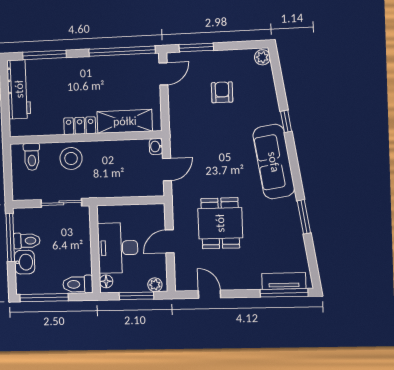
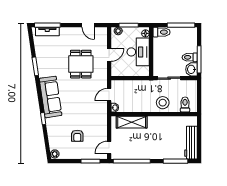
locker: (80, 126) -> (157, 121), removed
washbasin: (25, 262) -> (191, 69), moved

